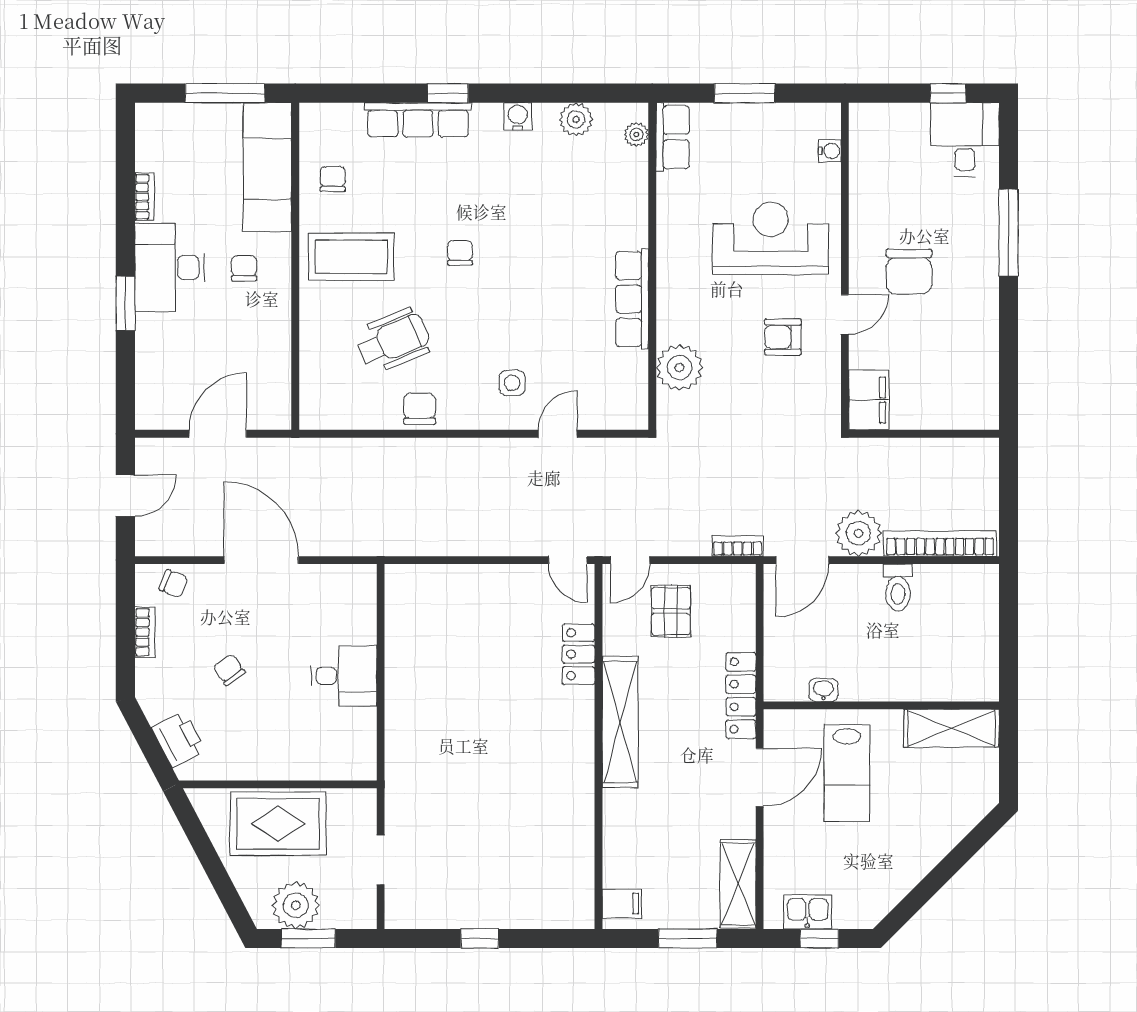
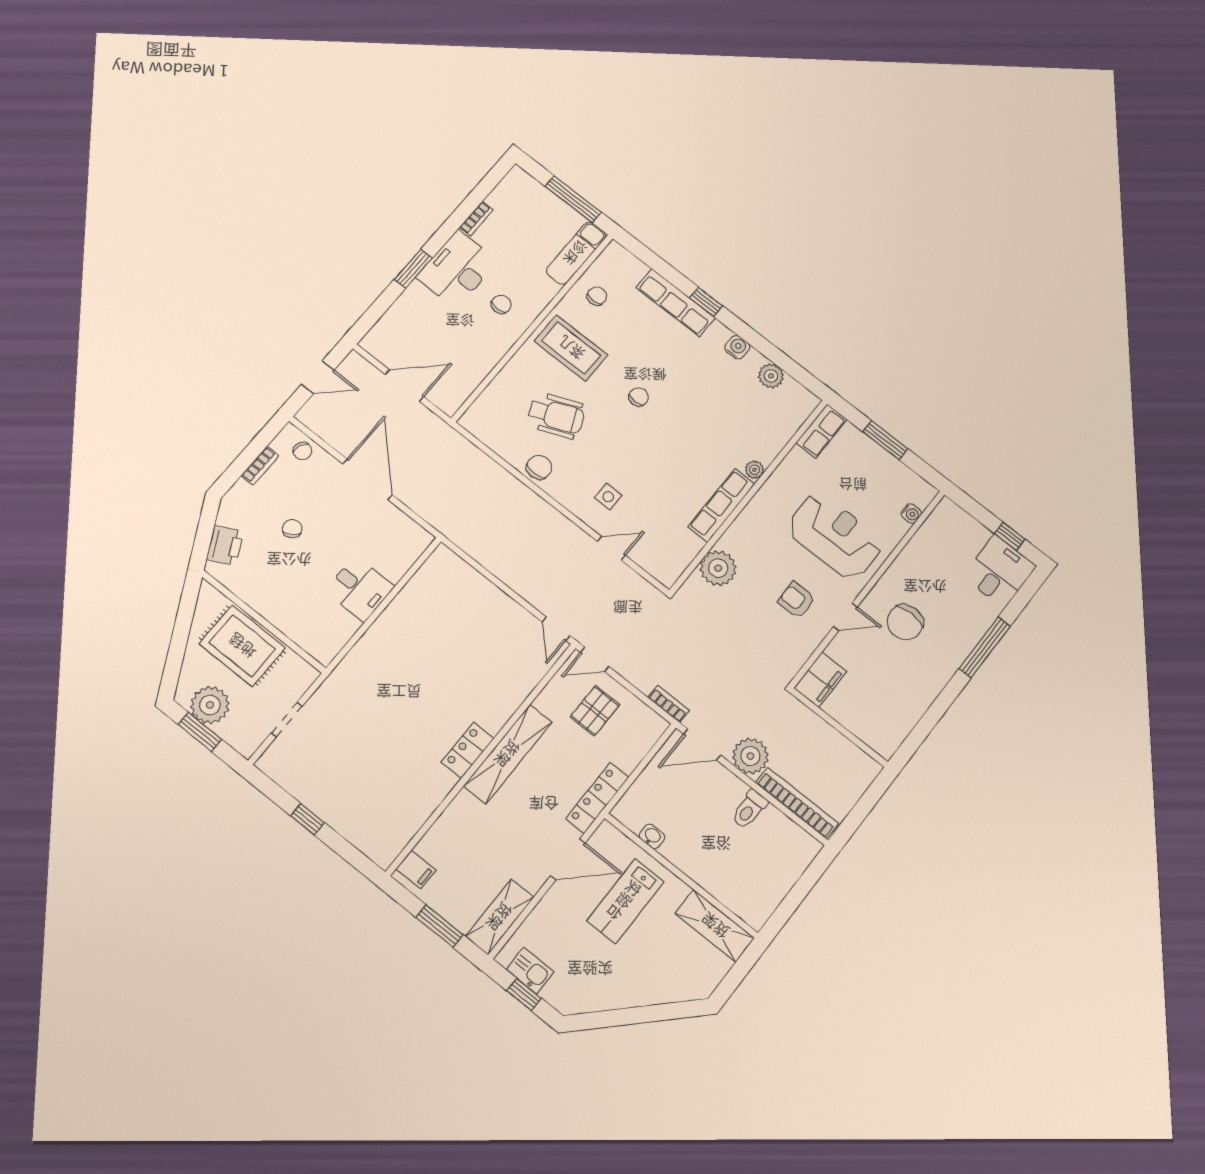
plant: (636, 134) -> (754, 470), moved
exam couch: (267, 167) -> (576, 253), width x0.73, depth x0.69
locker: (579, 654) -> (468, 750), moved

